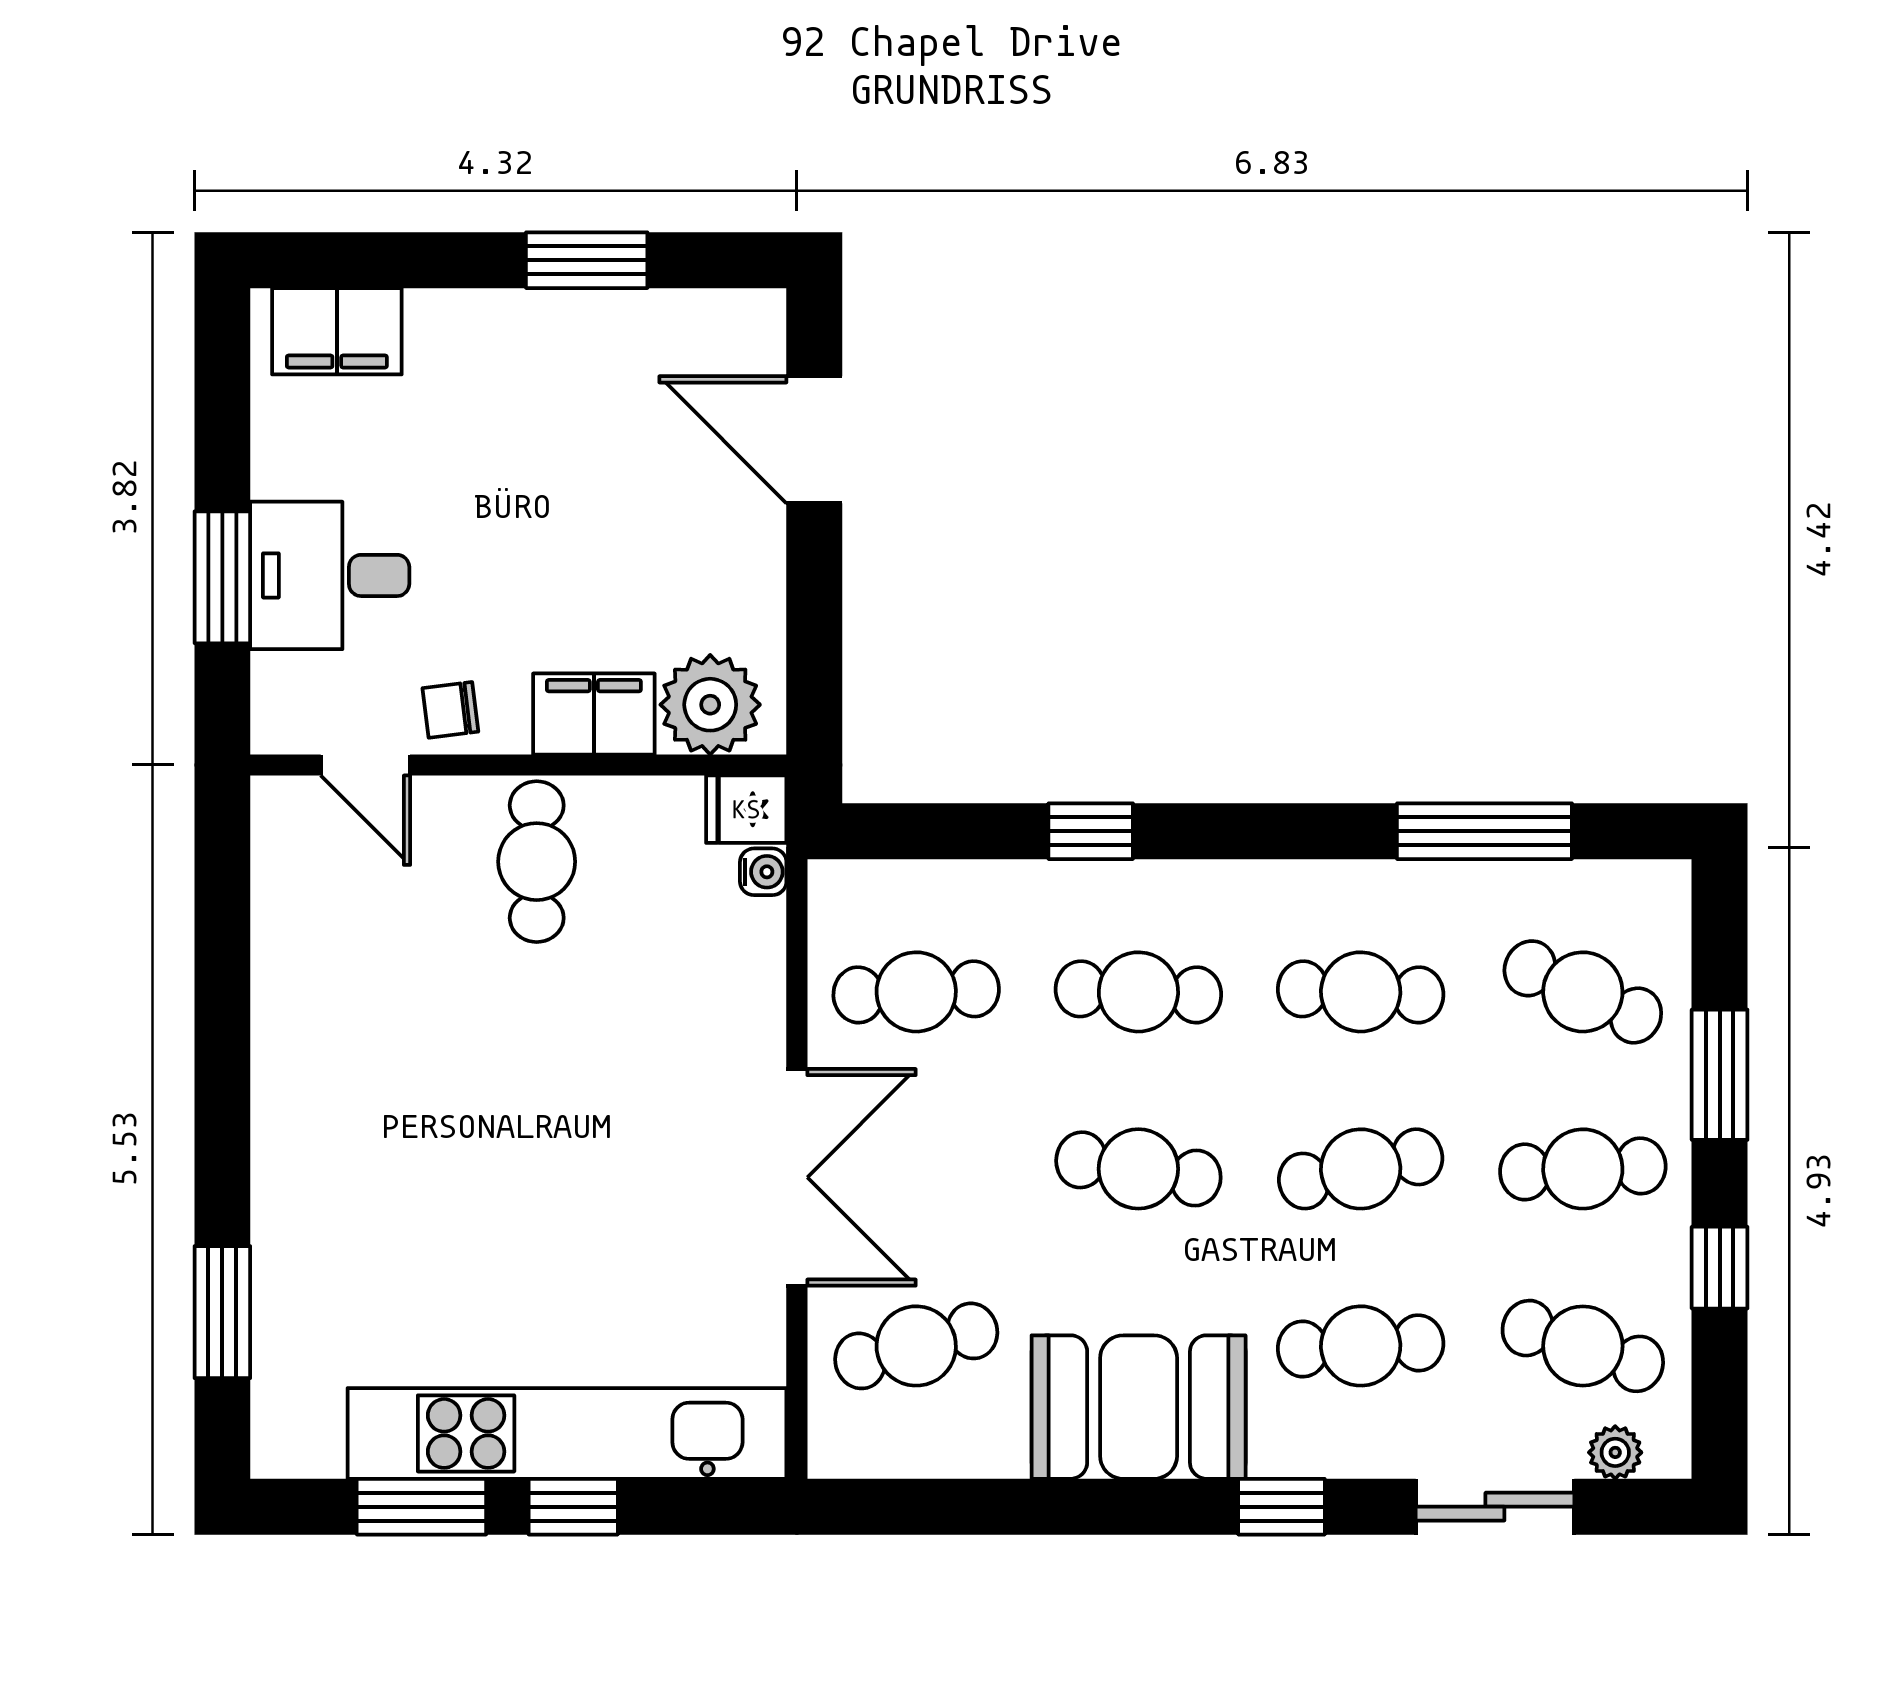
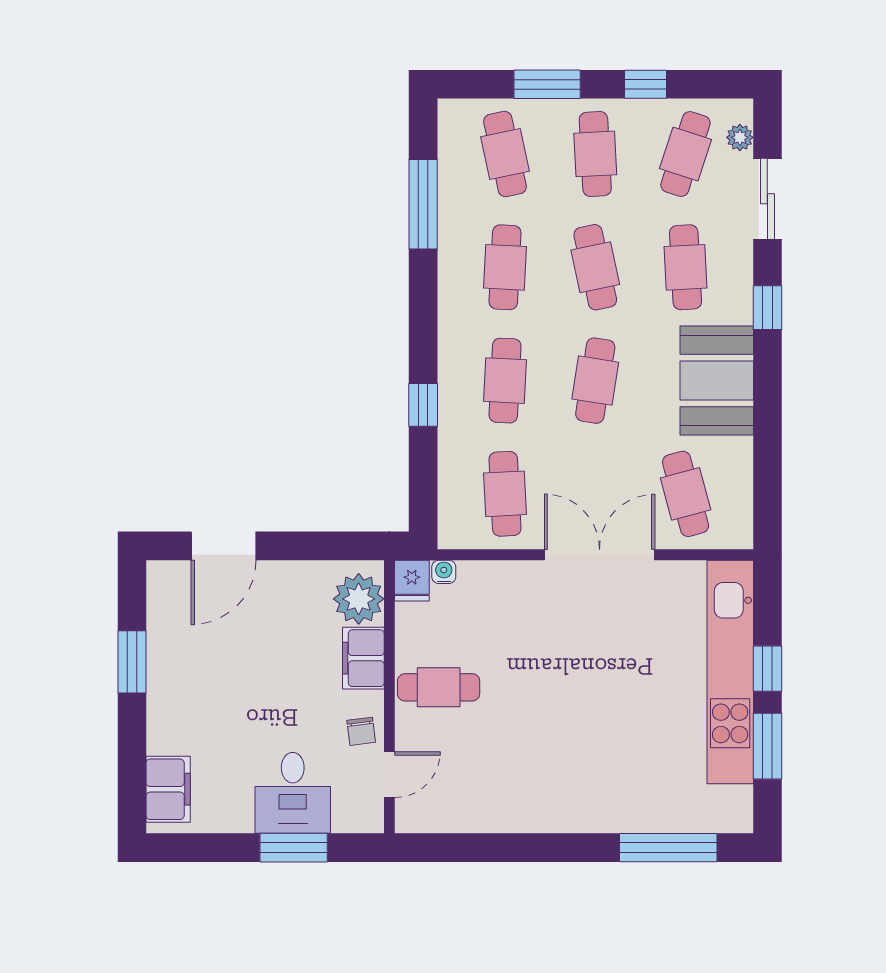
cafe table: (1583, 992) -> (505, 154), turned -36
window: (222, 1312) -> (668, 848), width x1.44

